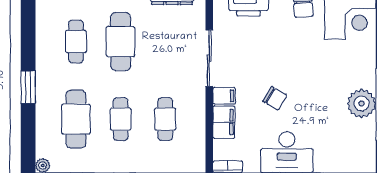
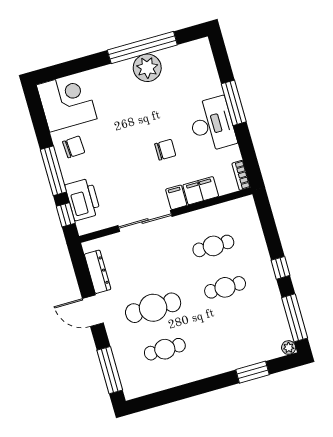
window: (28, 87) -> (253, 372), moved
chair: (275, 98) -> (165, 150), turned 59
cafe table: (76, 119) -> (237, 329), removed

